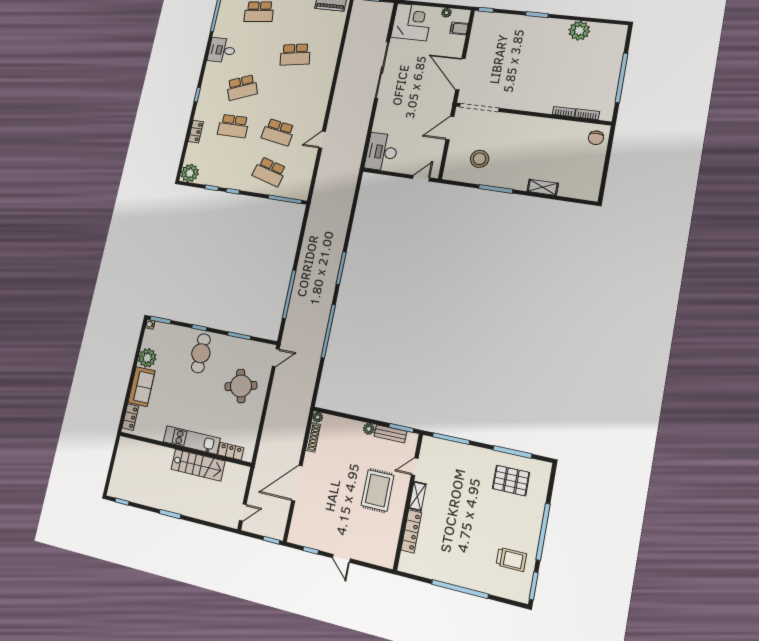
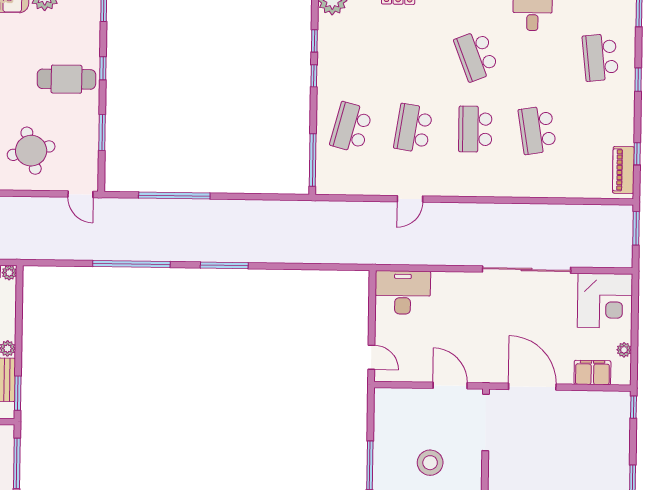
filing cabinet: (459, 28) -> (592, 373), width x2.00
door: (460, 74) -> (532, 387), hinge flipped
school desk: (233, 126) -> (475, 129), moved
door: (322, 140) -> (410, 199), swing flipped
stool: (480, 159) -> (430, 463), moved

